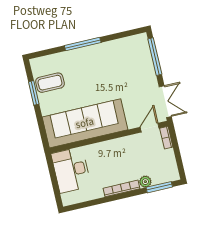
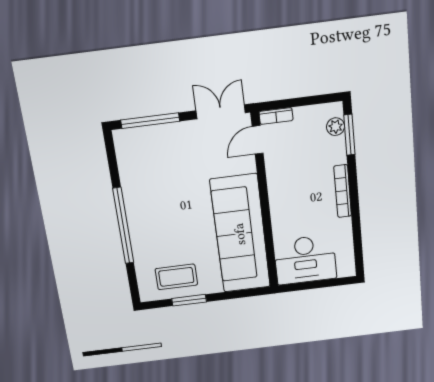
window: (83, 44) -> (123, 226), width x1.46
coffee table: (50, 83) -> (176, 277), turned 90
door: (150, 128) -> (258, 140), hinge flipped
plant: (145, 182) -> (336, 127), moved

